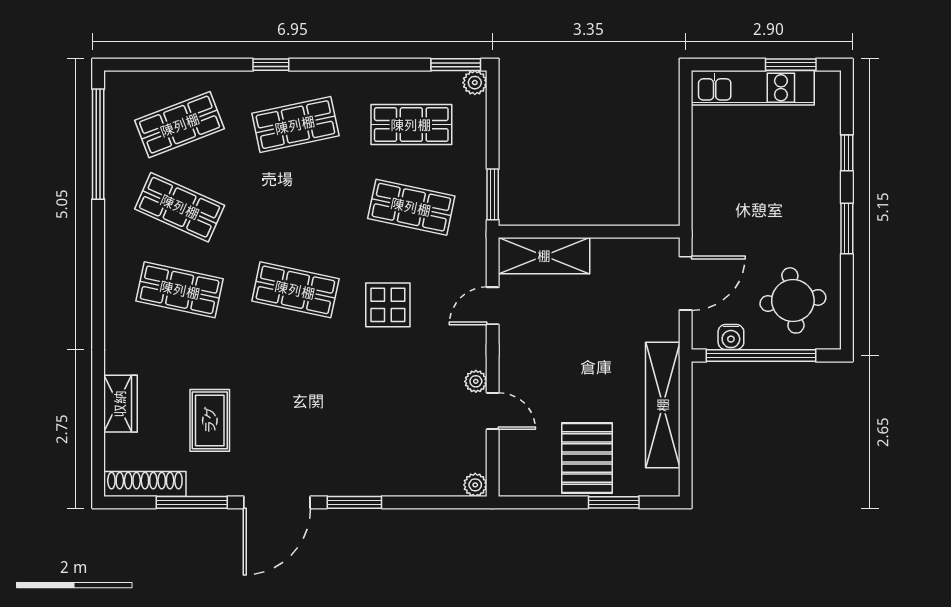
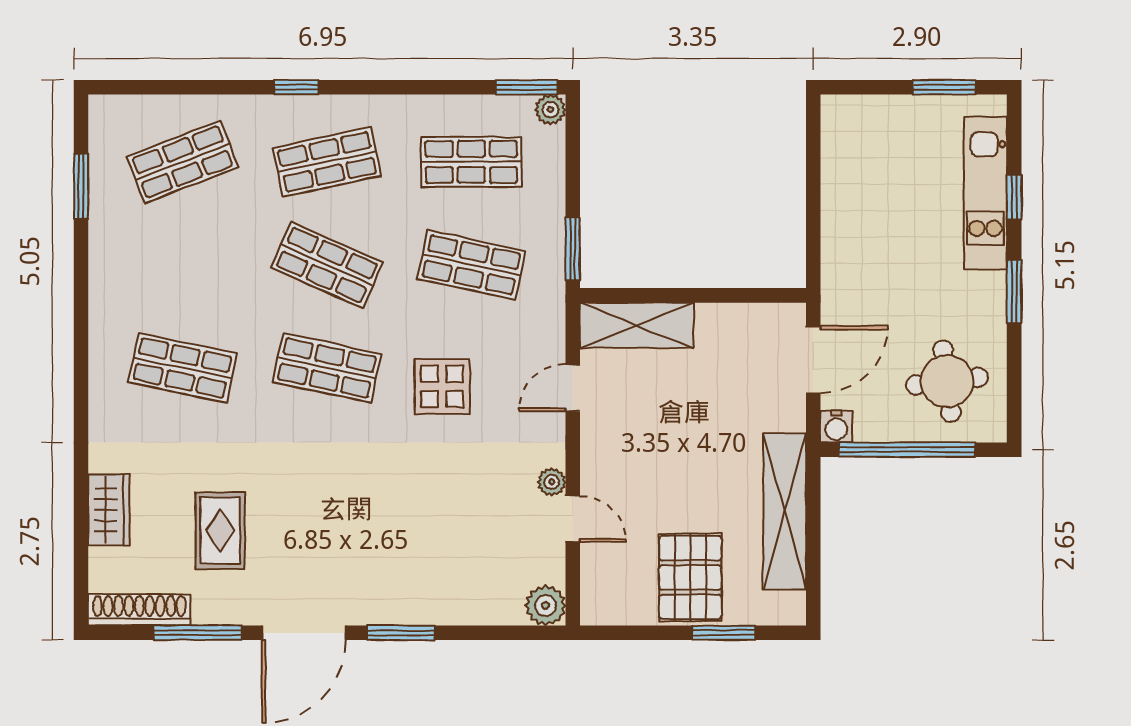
kitchen unit: (753, 88) -> (985, 193), moved, turned 90
window: (98, 144) -> (81, 186), width x0.47
shop shelf: (180, 207) -> (327, 265), moved
water cooler: (731, 337) -> (836, 427), moved
plant: (475, 485) -> (546, 606), width x1.38, depth x1.38

